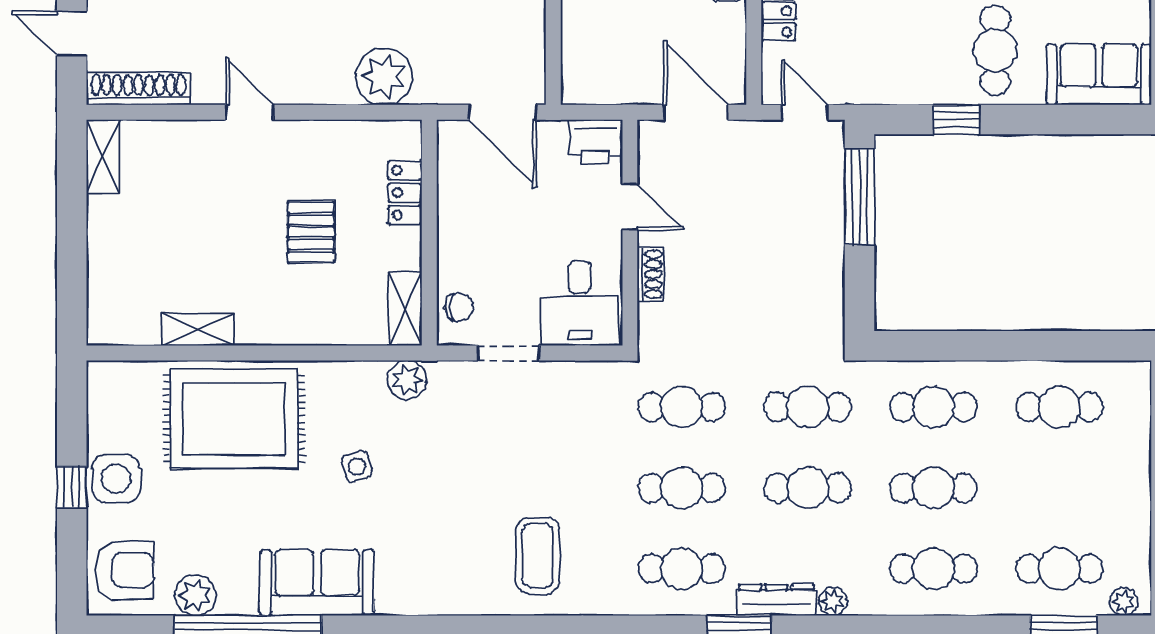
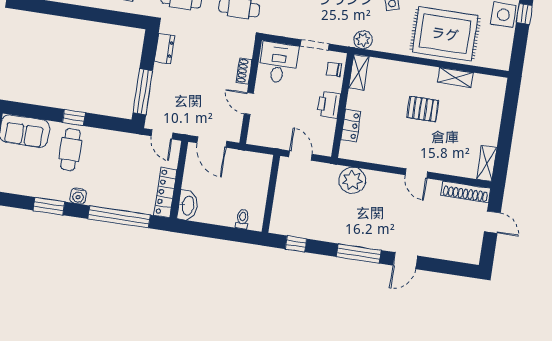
door: (502, 112) -> (300, 156), width x0.73
window: (957, 120) -> (74, 117), moved
printer: (595, 142) -> (329, 105), moved, turned -90
pallet: (311, 232) -> (423, 109), moved, turned 90
dresser: (828, 296) -> (164, 49), added

